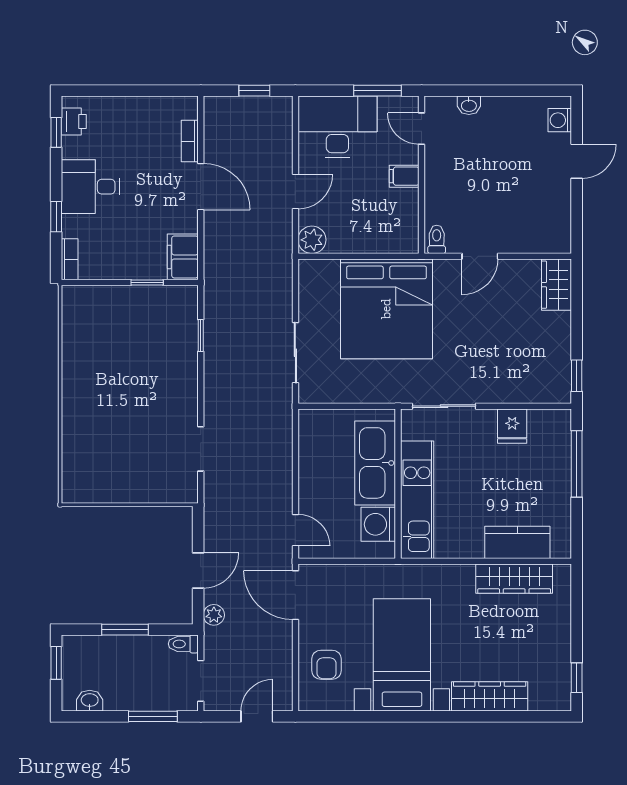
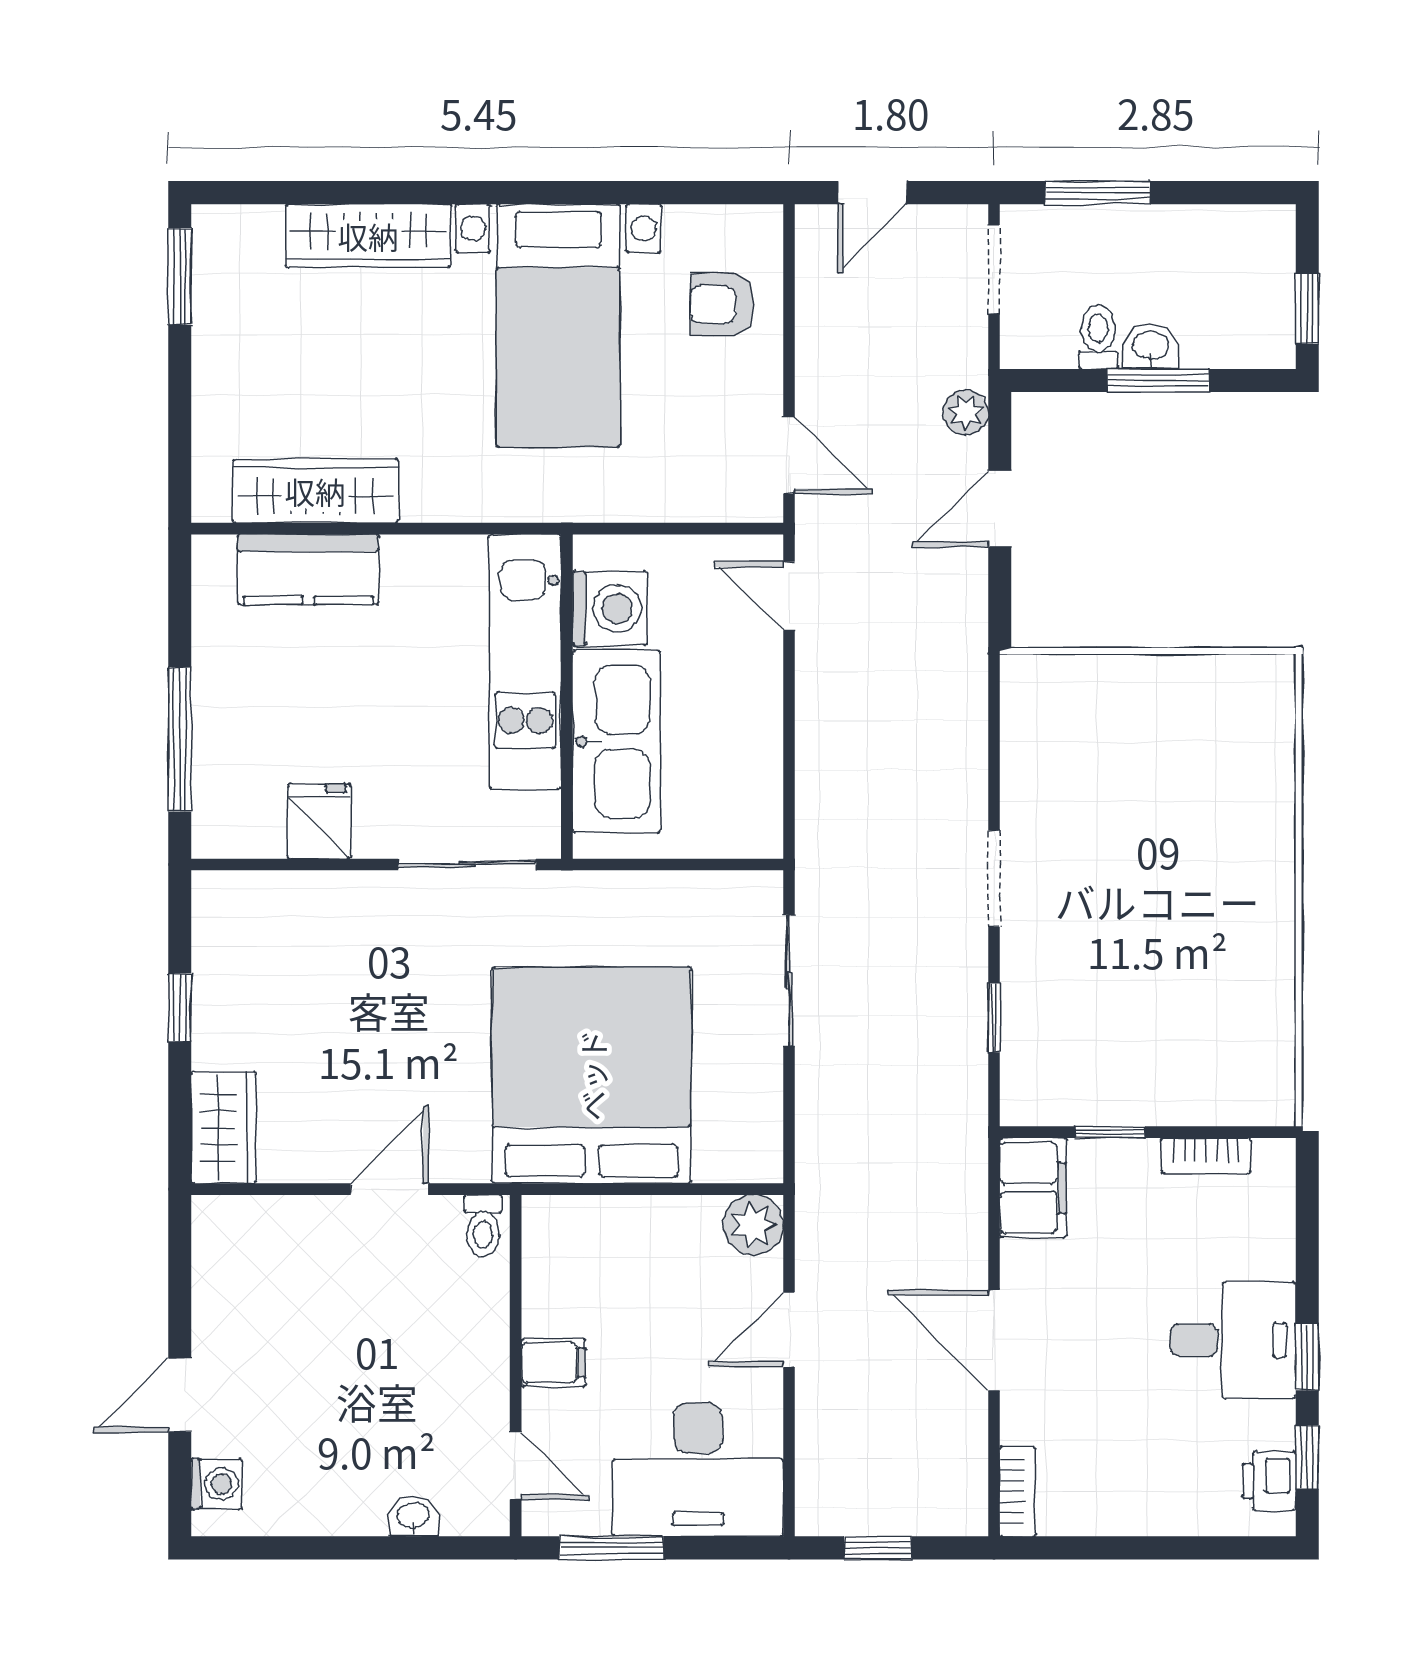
bookcase: (190, 141) -> (1018, 1491), moved
window: (56, 217) -> (1307, 1357), moved
bookcase: (70, 259) -> (1206, 1156), moved, turned -90
window: (577, 376) -> (180, 1008), moved
doorway: (201, 449) -> (994, 879), moved
door: (295, 595) -> (789, 455), width x0.73
toilet: (183, 644) -> (1098, 337), moved, turned -90
armchair: (326, 665) -> (722, 304), turned -90
window: (577, 678) -> (180, 276), width x1.50
washbasin: (90, 701) -> (1150, 346), moved, turned 180

